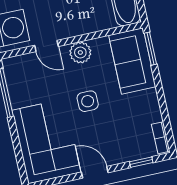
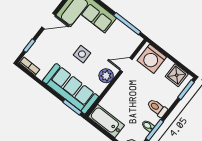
sofa: (132, 61) -> (71, 89), width x1.36

